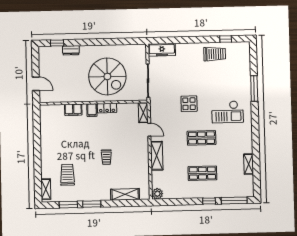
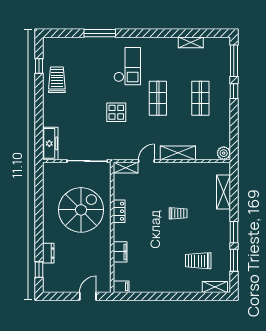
filing cabinet: (92, 110) -> (121, 287), moved

